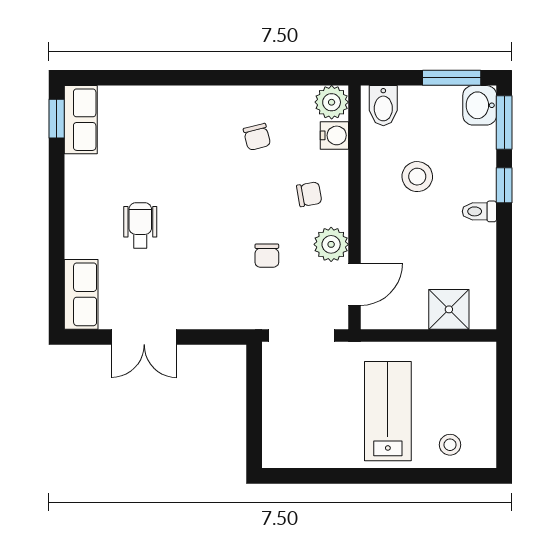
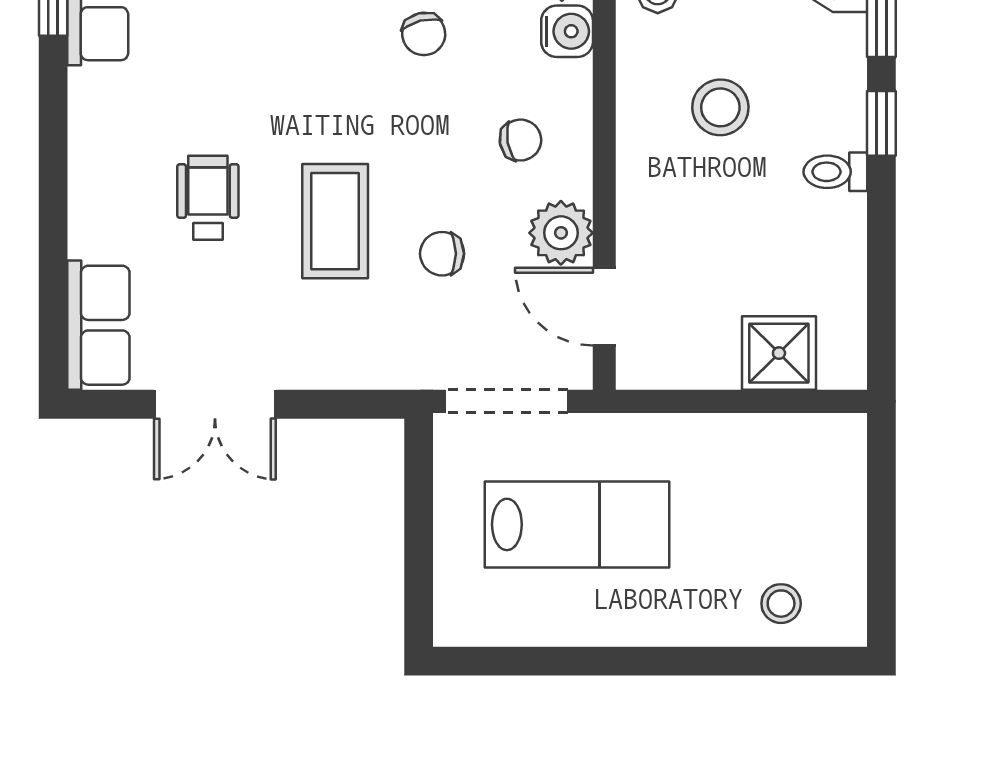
coffee table: (209, 238) -> (335, 221), added
chair: (267, 256) -> (442, 254), turned 90
door: (355, 284) -> (604, 307), swing flipped
lab bench: (388, 411) -> (577, 524), moved, turned 90

